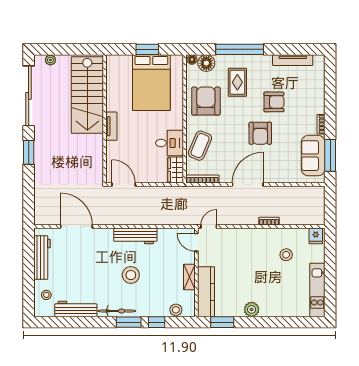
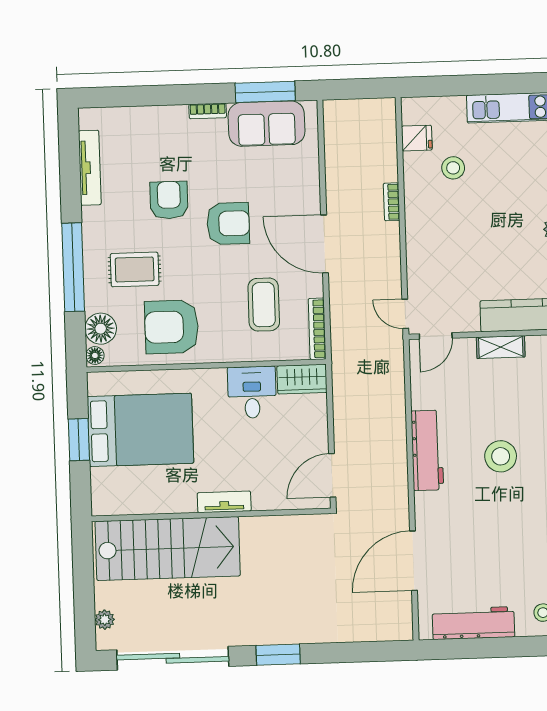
coffee table: (200, 146) -> (264, 305), moved, turned 67
fridge: (316, 236) -> (417, 138), moved

